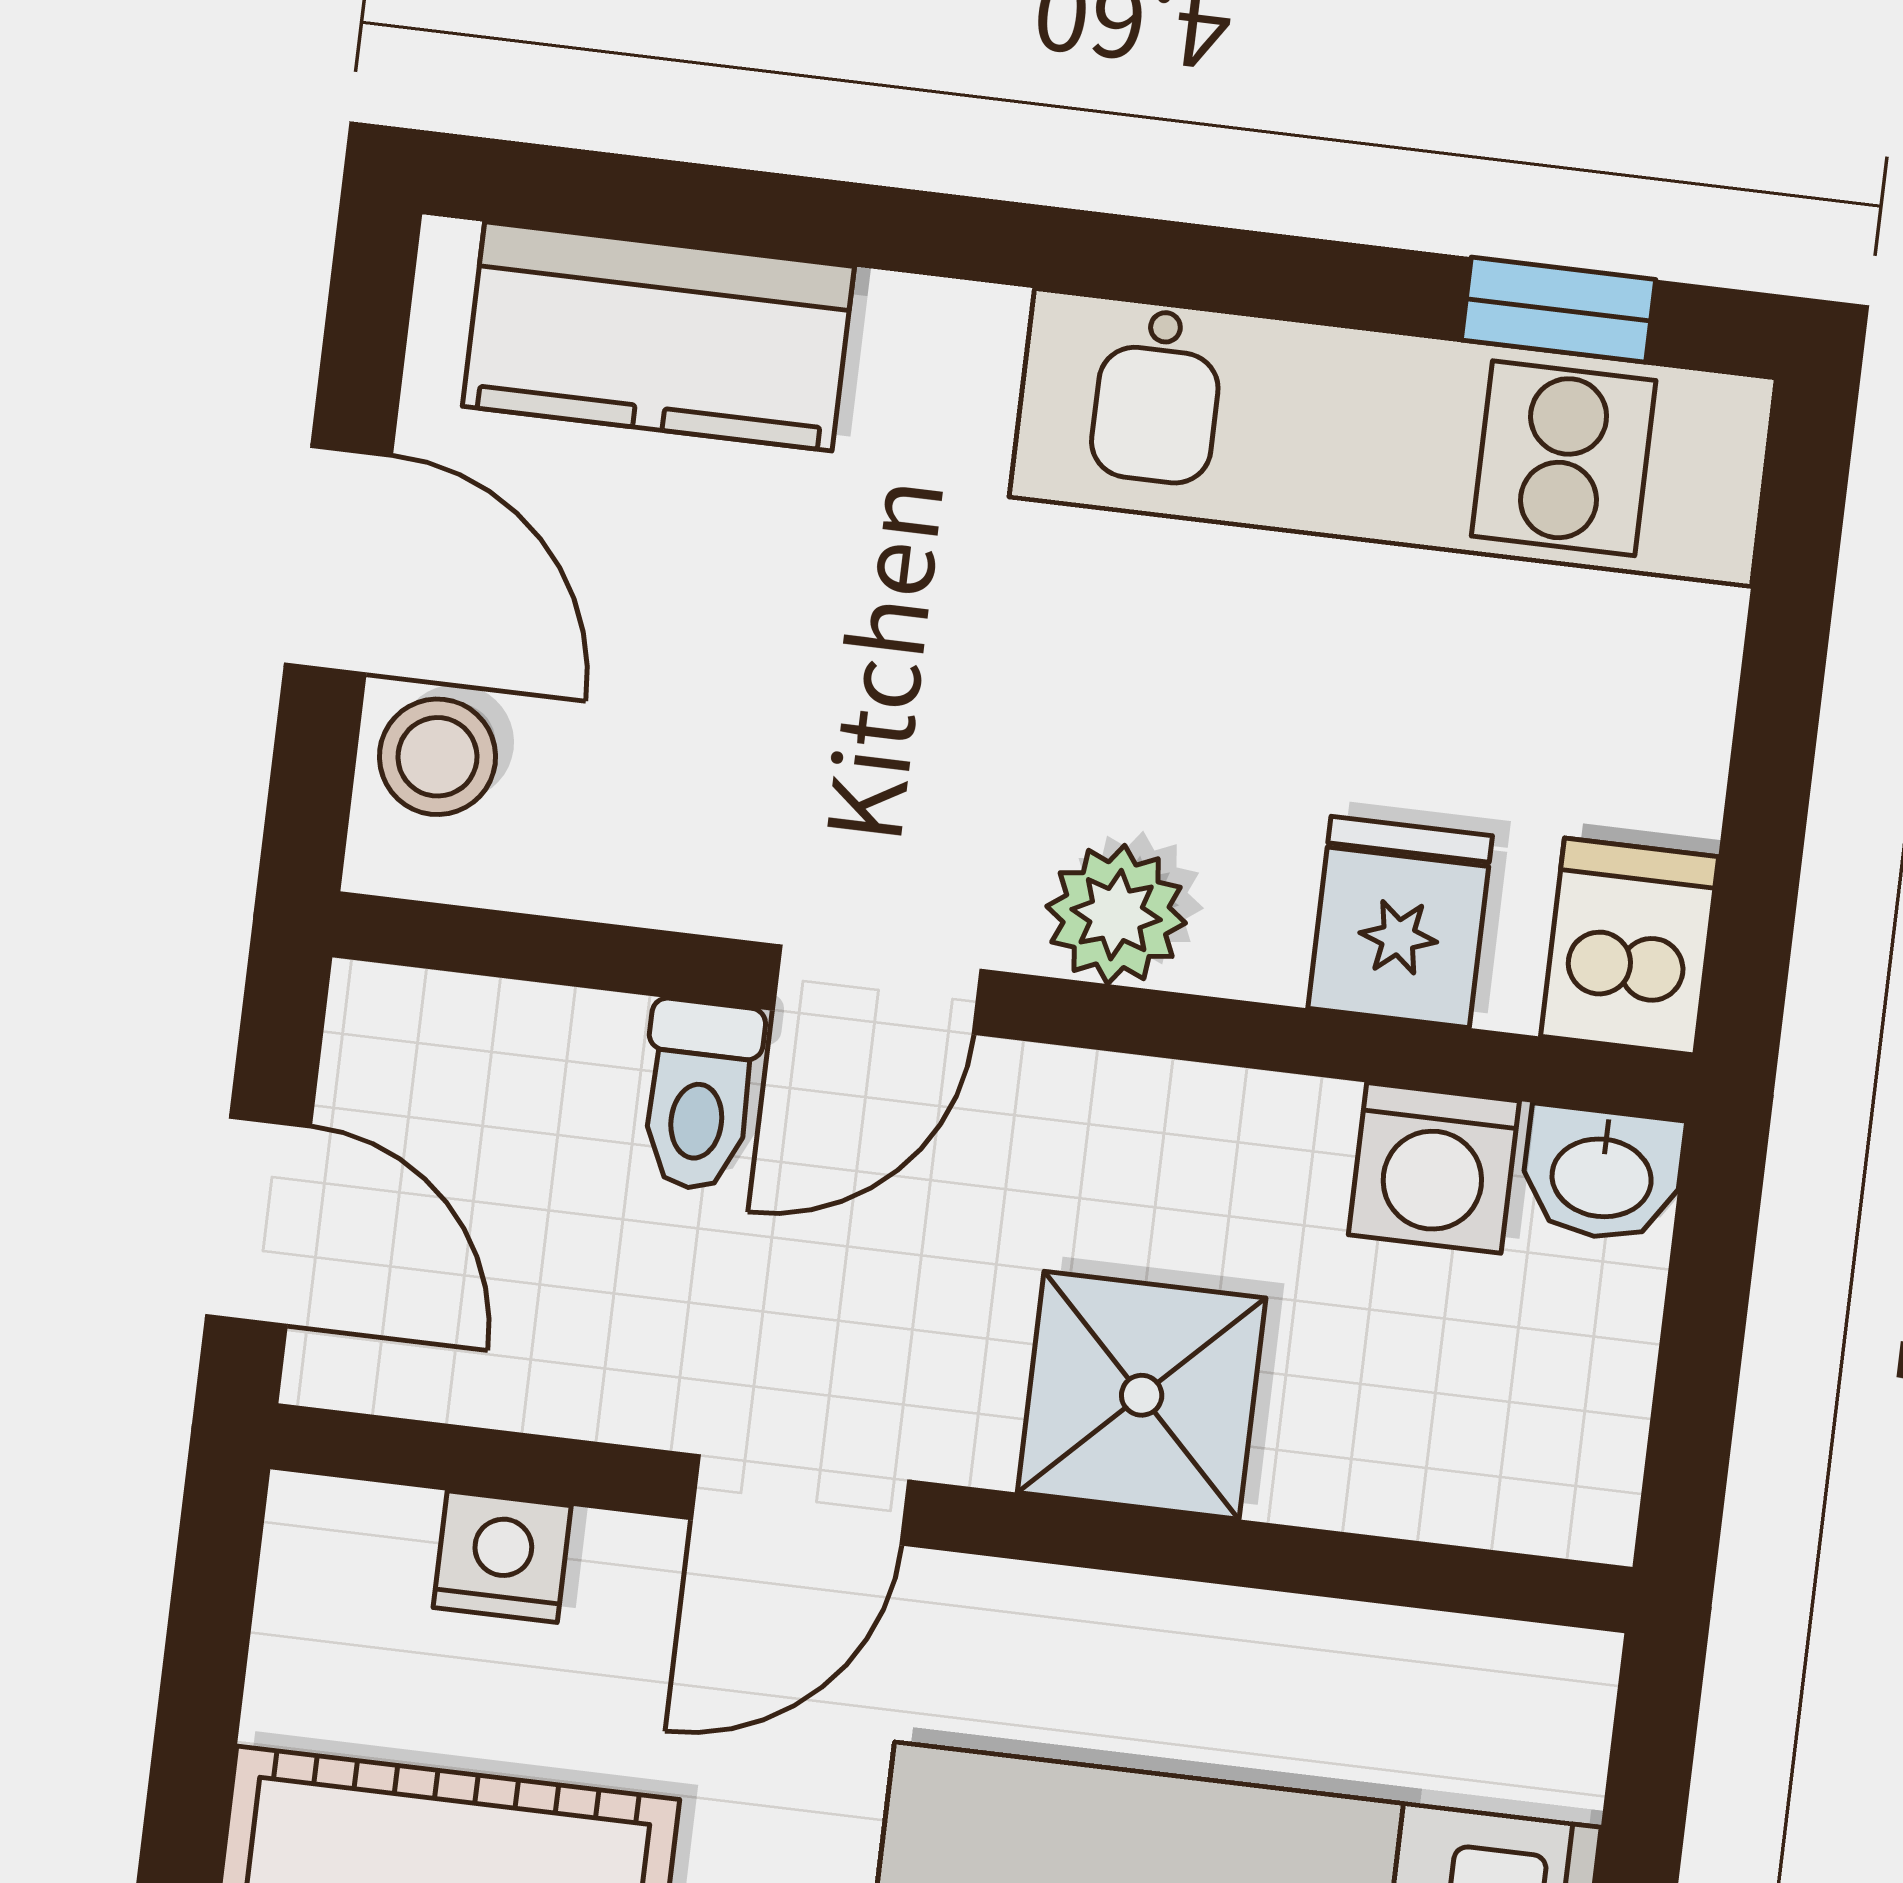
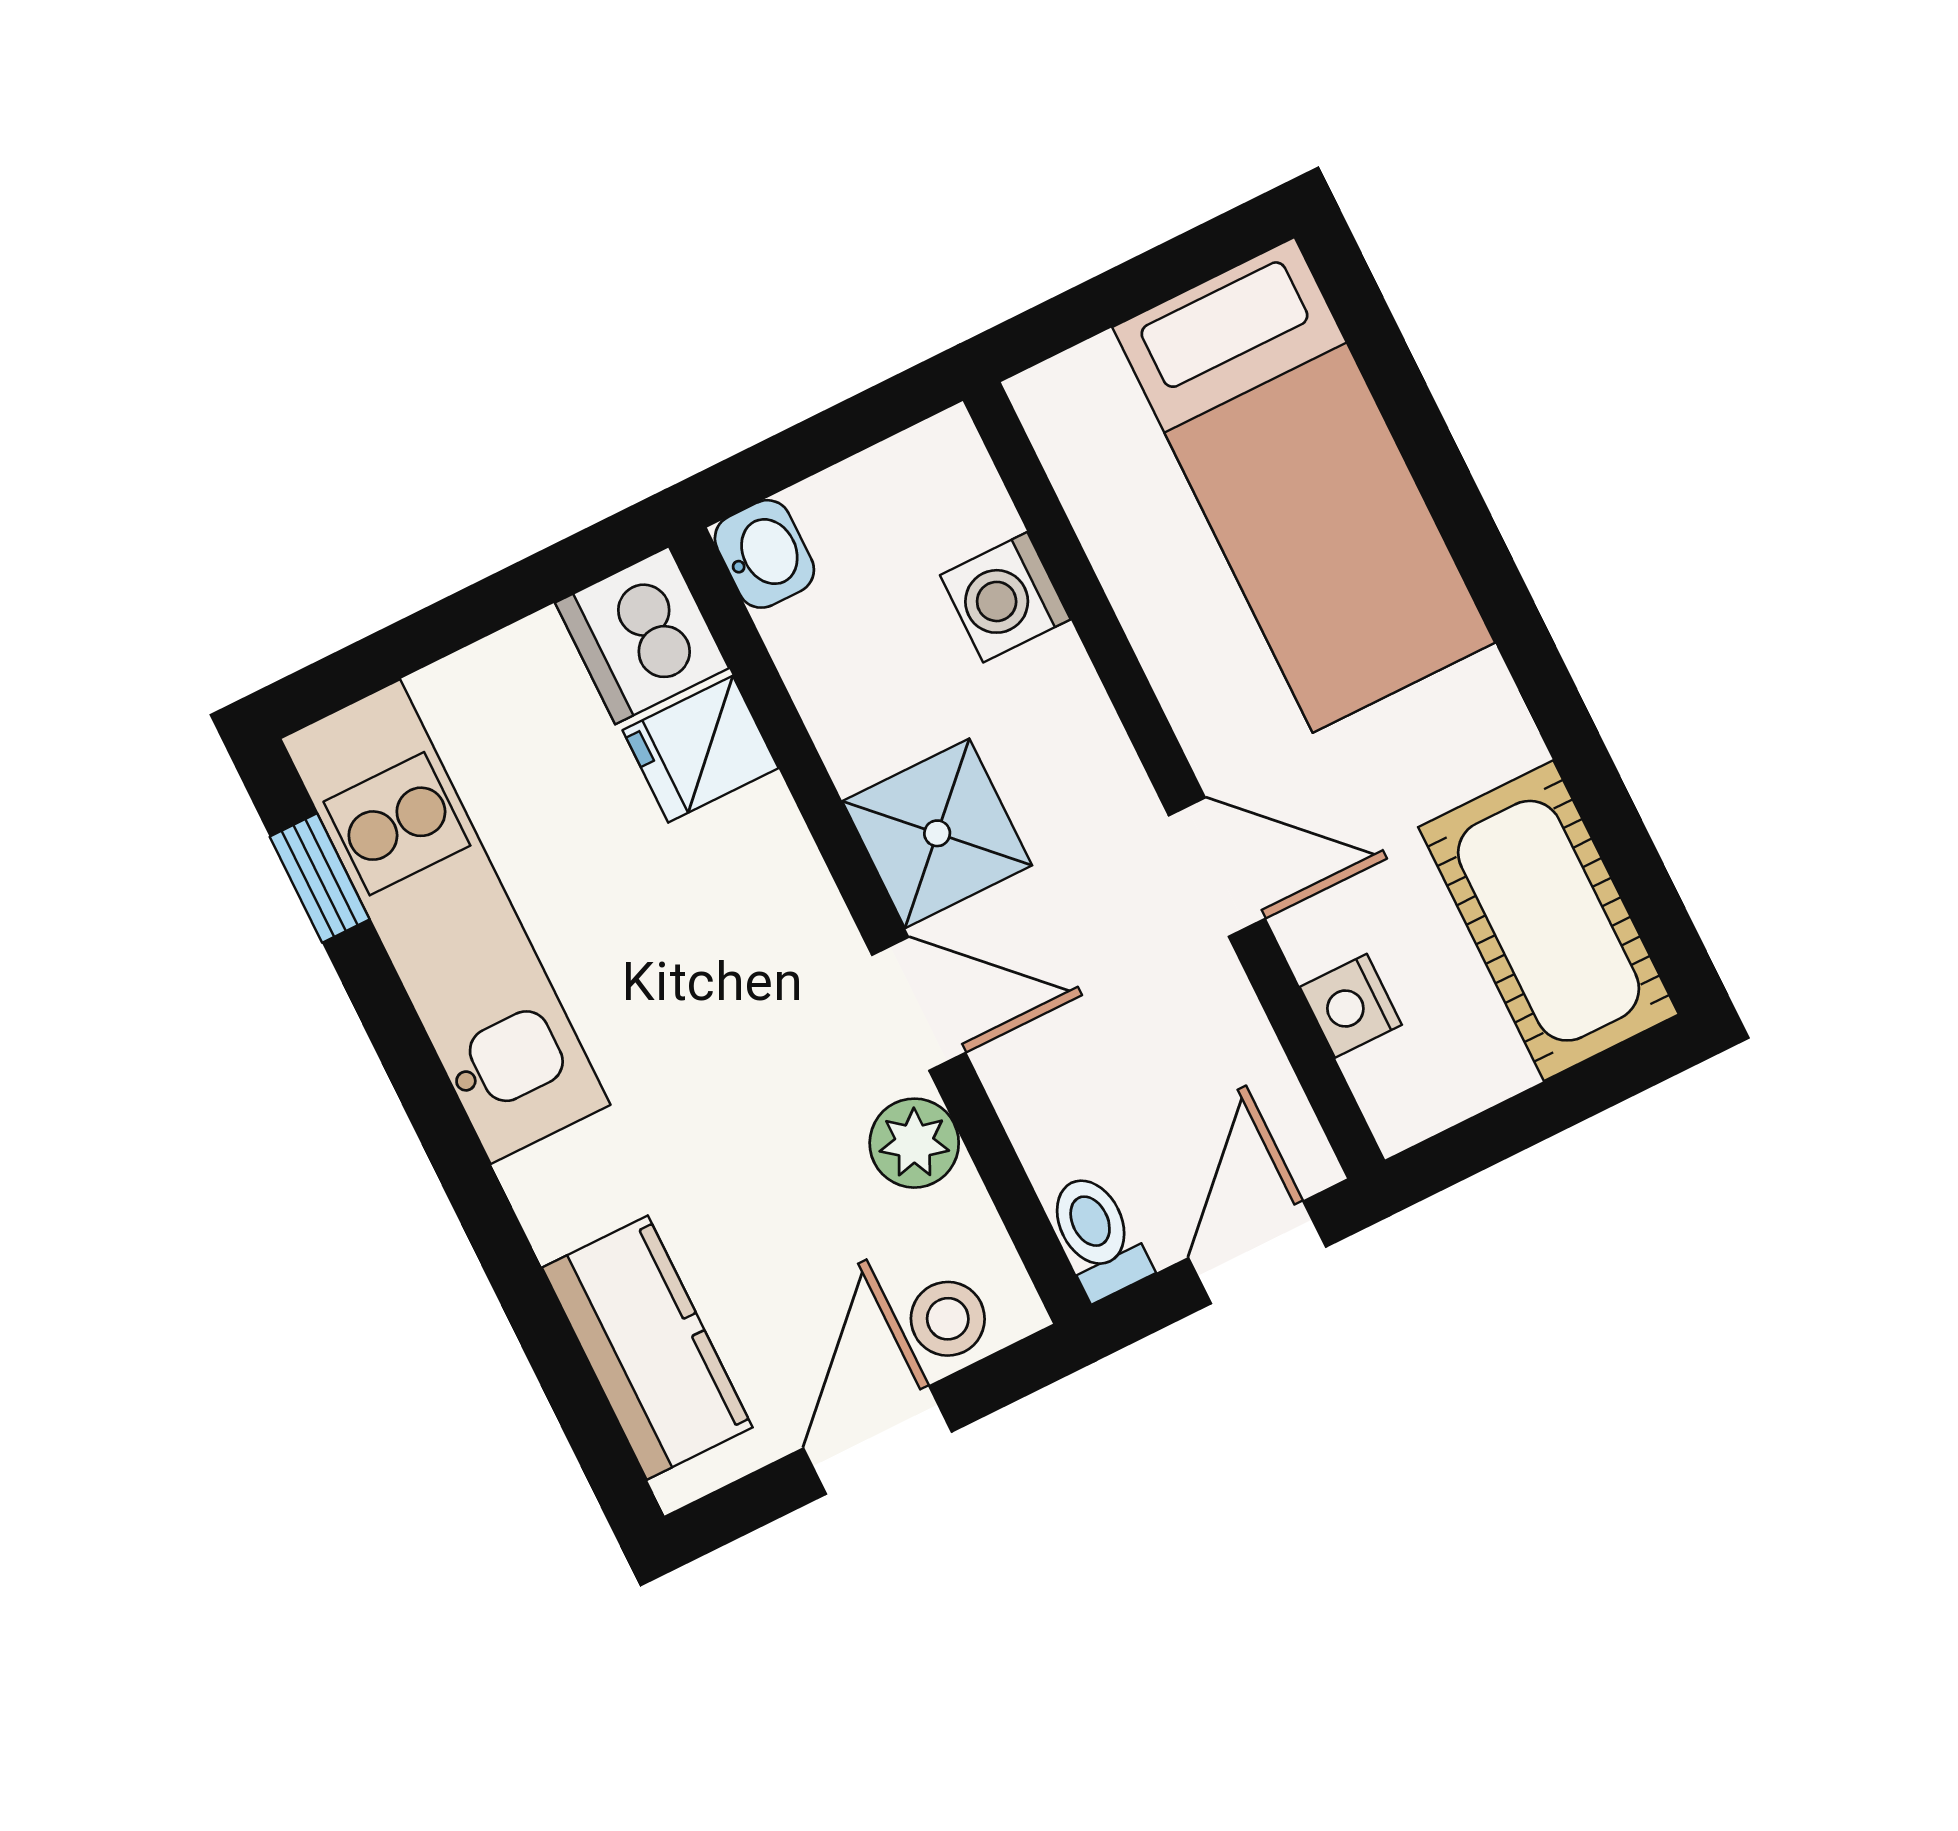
plant: (1116, 915) -> (914, 1143), moved
dishwasher: (1630, 947) -> (642, 635), width x1.38
toilet: (699, 1095) -> (1097, 1236), moved, turned -90
washing machine: (1434, 1168) -> (1005, 597), moved, turned 180
shower: (1142, 1395) -> (937, 833), moved

